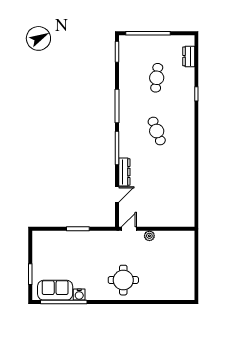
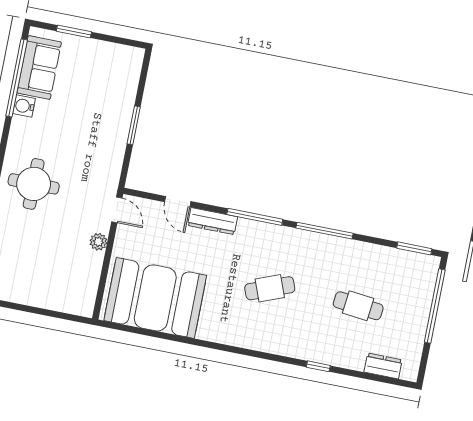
booth: (175, 196) -> (155, 298), added

